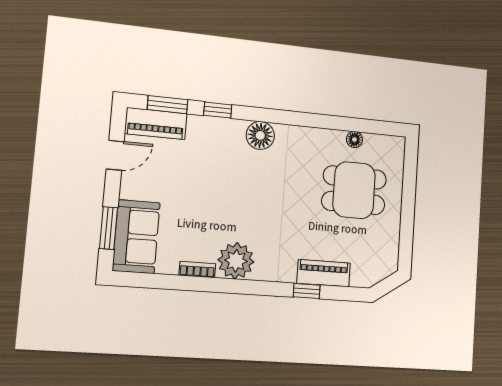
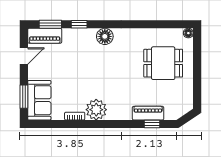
floor lamp: (354, 140) -> (188, 33), moved
window: (307, 291) -> (152, 124), moved

